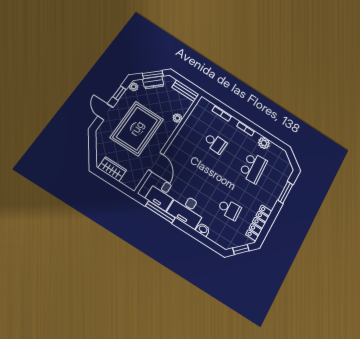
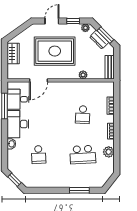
locker: (259, 223) -> (43, 182), removed

